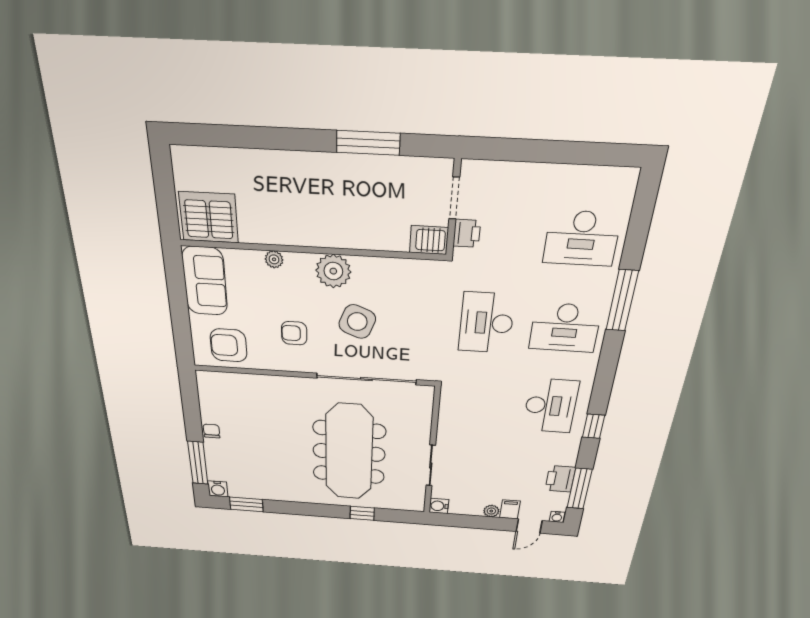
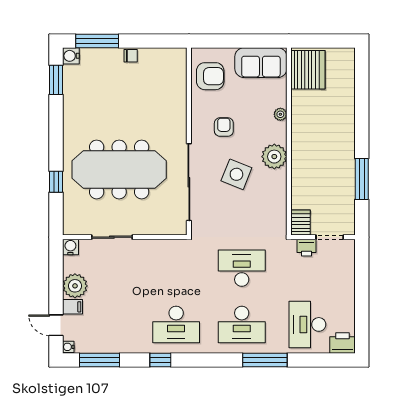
desk: (565, 328) -> (242, 324), turned -90
armchair: (229, 345) -> (210, 76), turned 90
printer: (560, 479) -> (343, 343), moved
plant: (491, 511) -> (75, 286), width x1.88, depth x1.88

